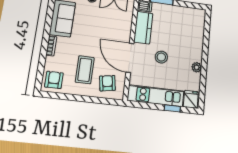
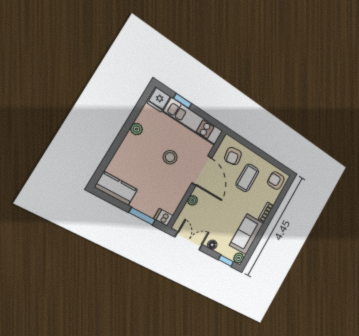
kitchen counter: (143, 28) -> (116, 188), moved, turned 90
plant: (127, 29) -> (193, 200), added
armchair: (54, 80) -> (276, 181), turned 90

